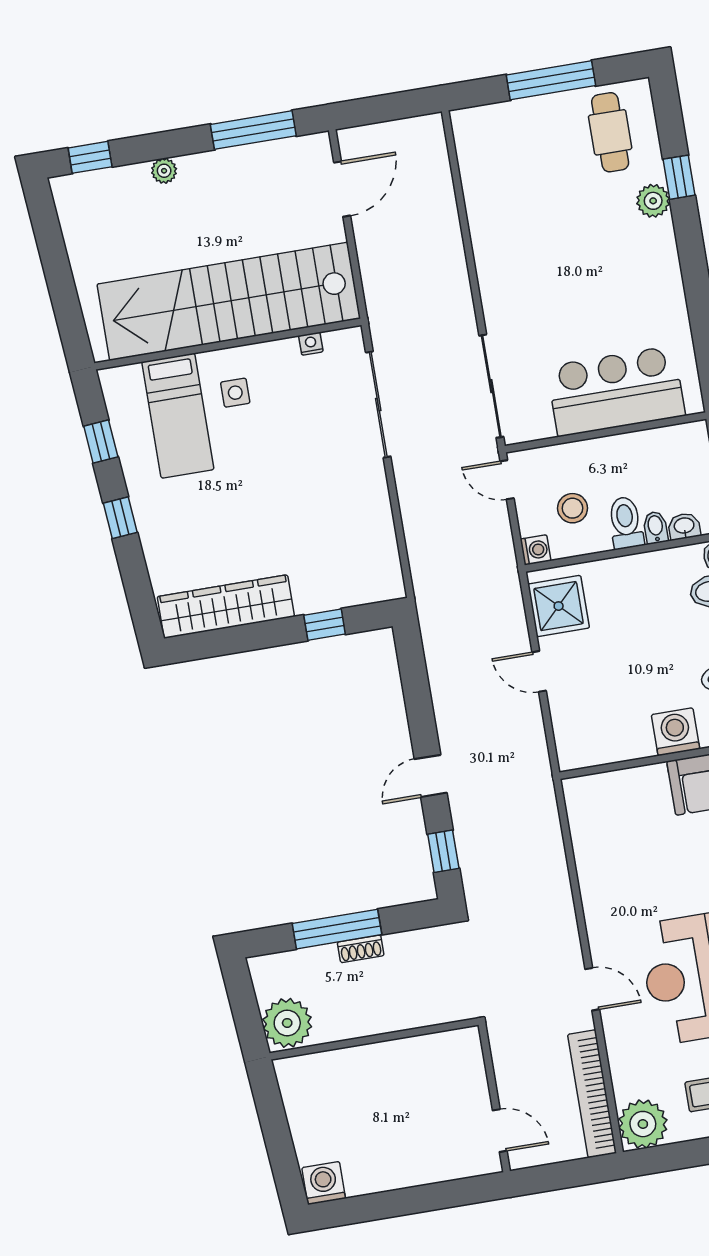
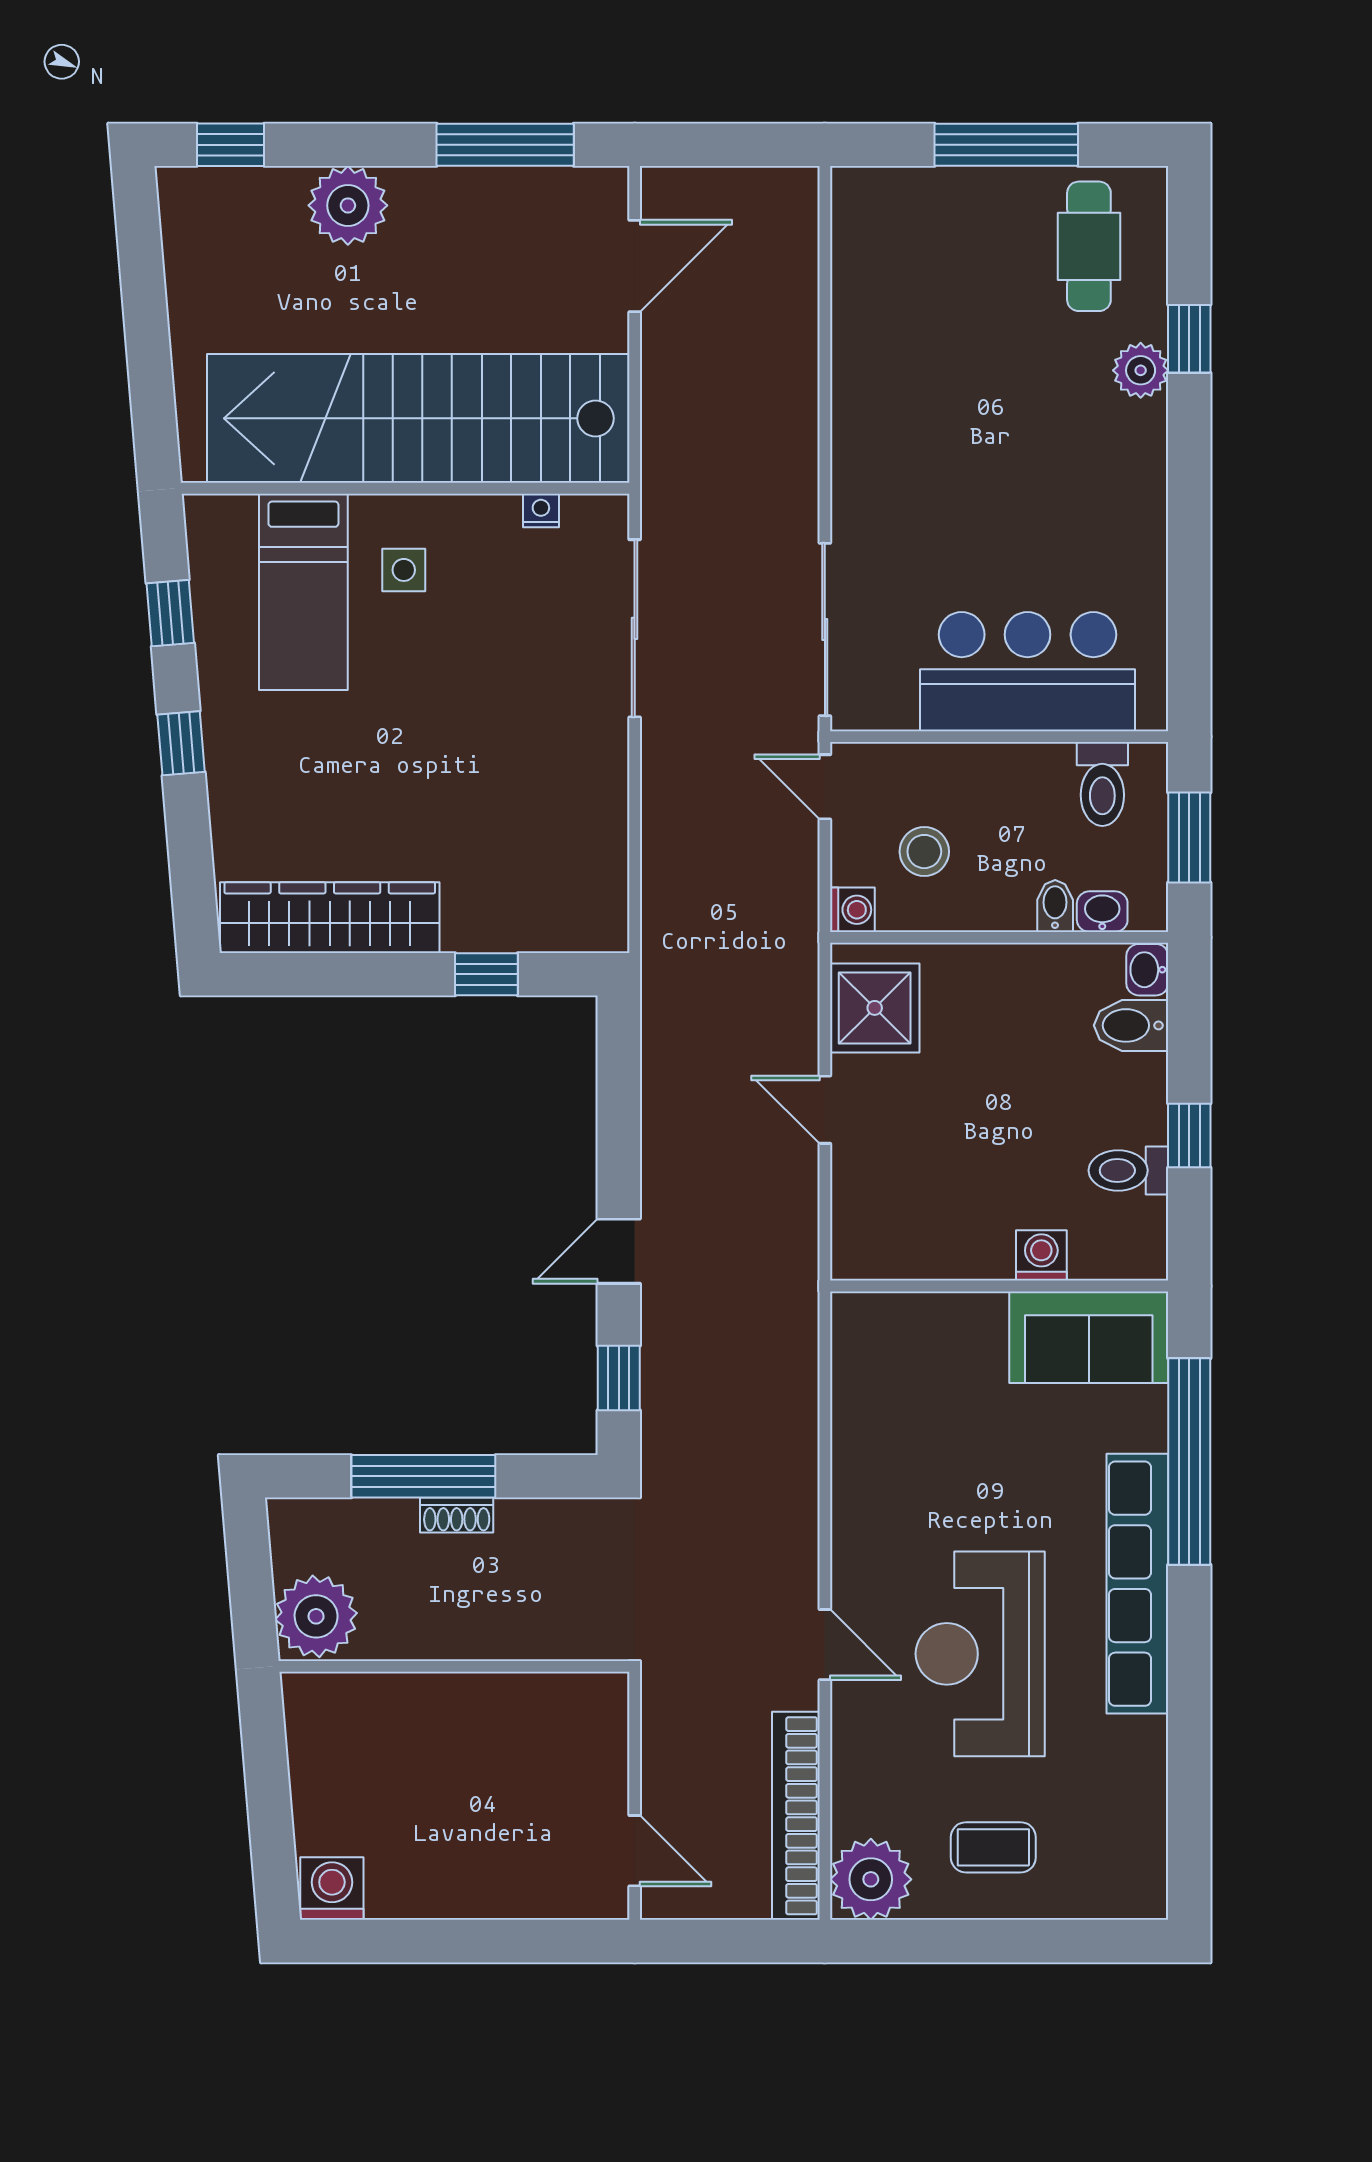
plant: (164, 171) -> (348, 205), width x1.87, depth x1.87
toilet: (626, 523) -> (1102, 784), moved, turned 180
washing machine: (676, 732) -> (1041, 1255), width x0.73, depth x0.73

